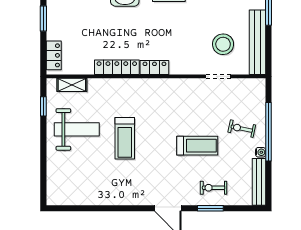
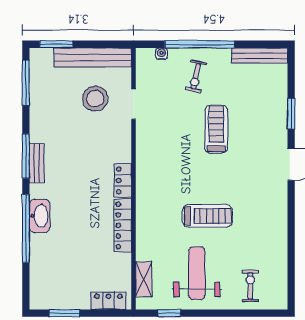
water cooler: (261, 152) -> (161, 54), moved
exercise bike: (214, 188) -> (250, 286), moved, turned 180

